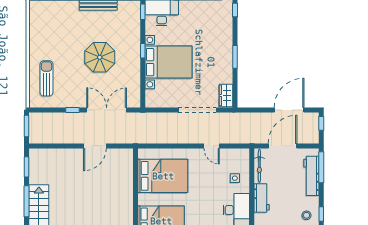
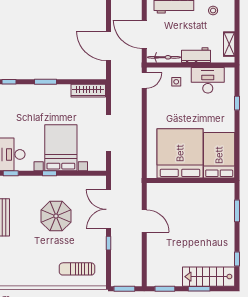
window: (235, 57) -> (45, 82), moved
wardrobe: (226, 95) -> (88, 91), width x1.50
doorway: (197, 110) -> (108, 133), moved
door: (289, 110) -> (108, 46), moved
door: (212, 146) -> (144, 80), moved
bed: (163, 176) -> (180, 153), width x1.36
window: (27, 201) -> (199, 289), width x0.69

